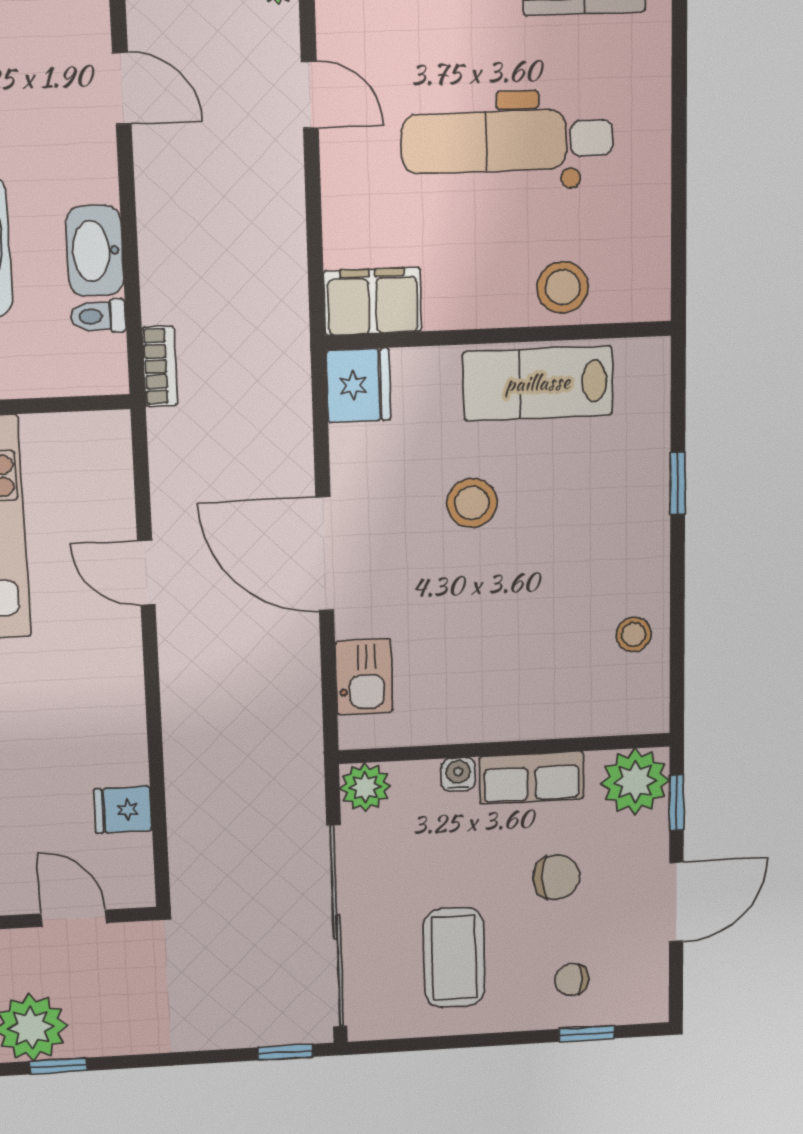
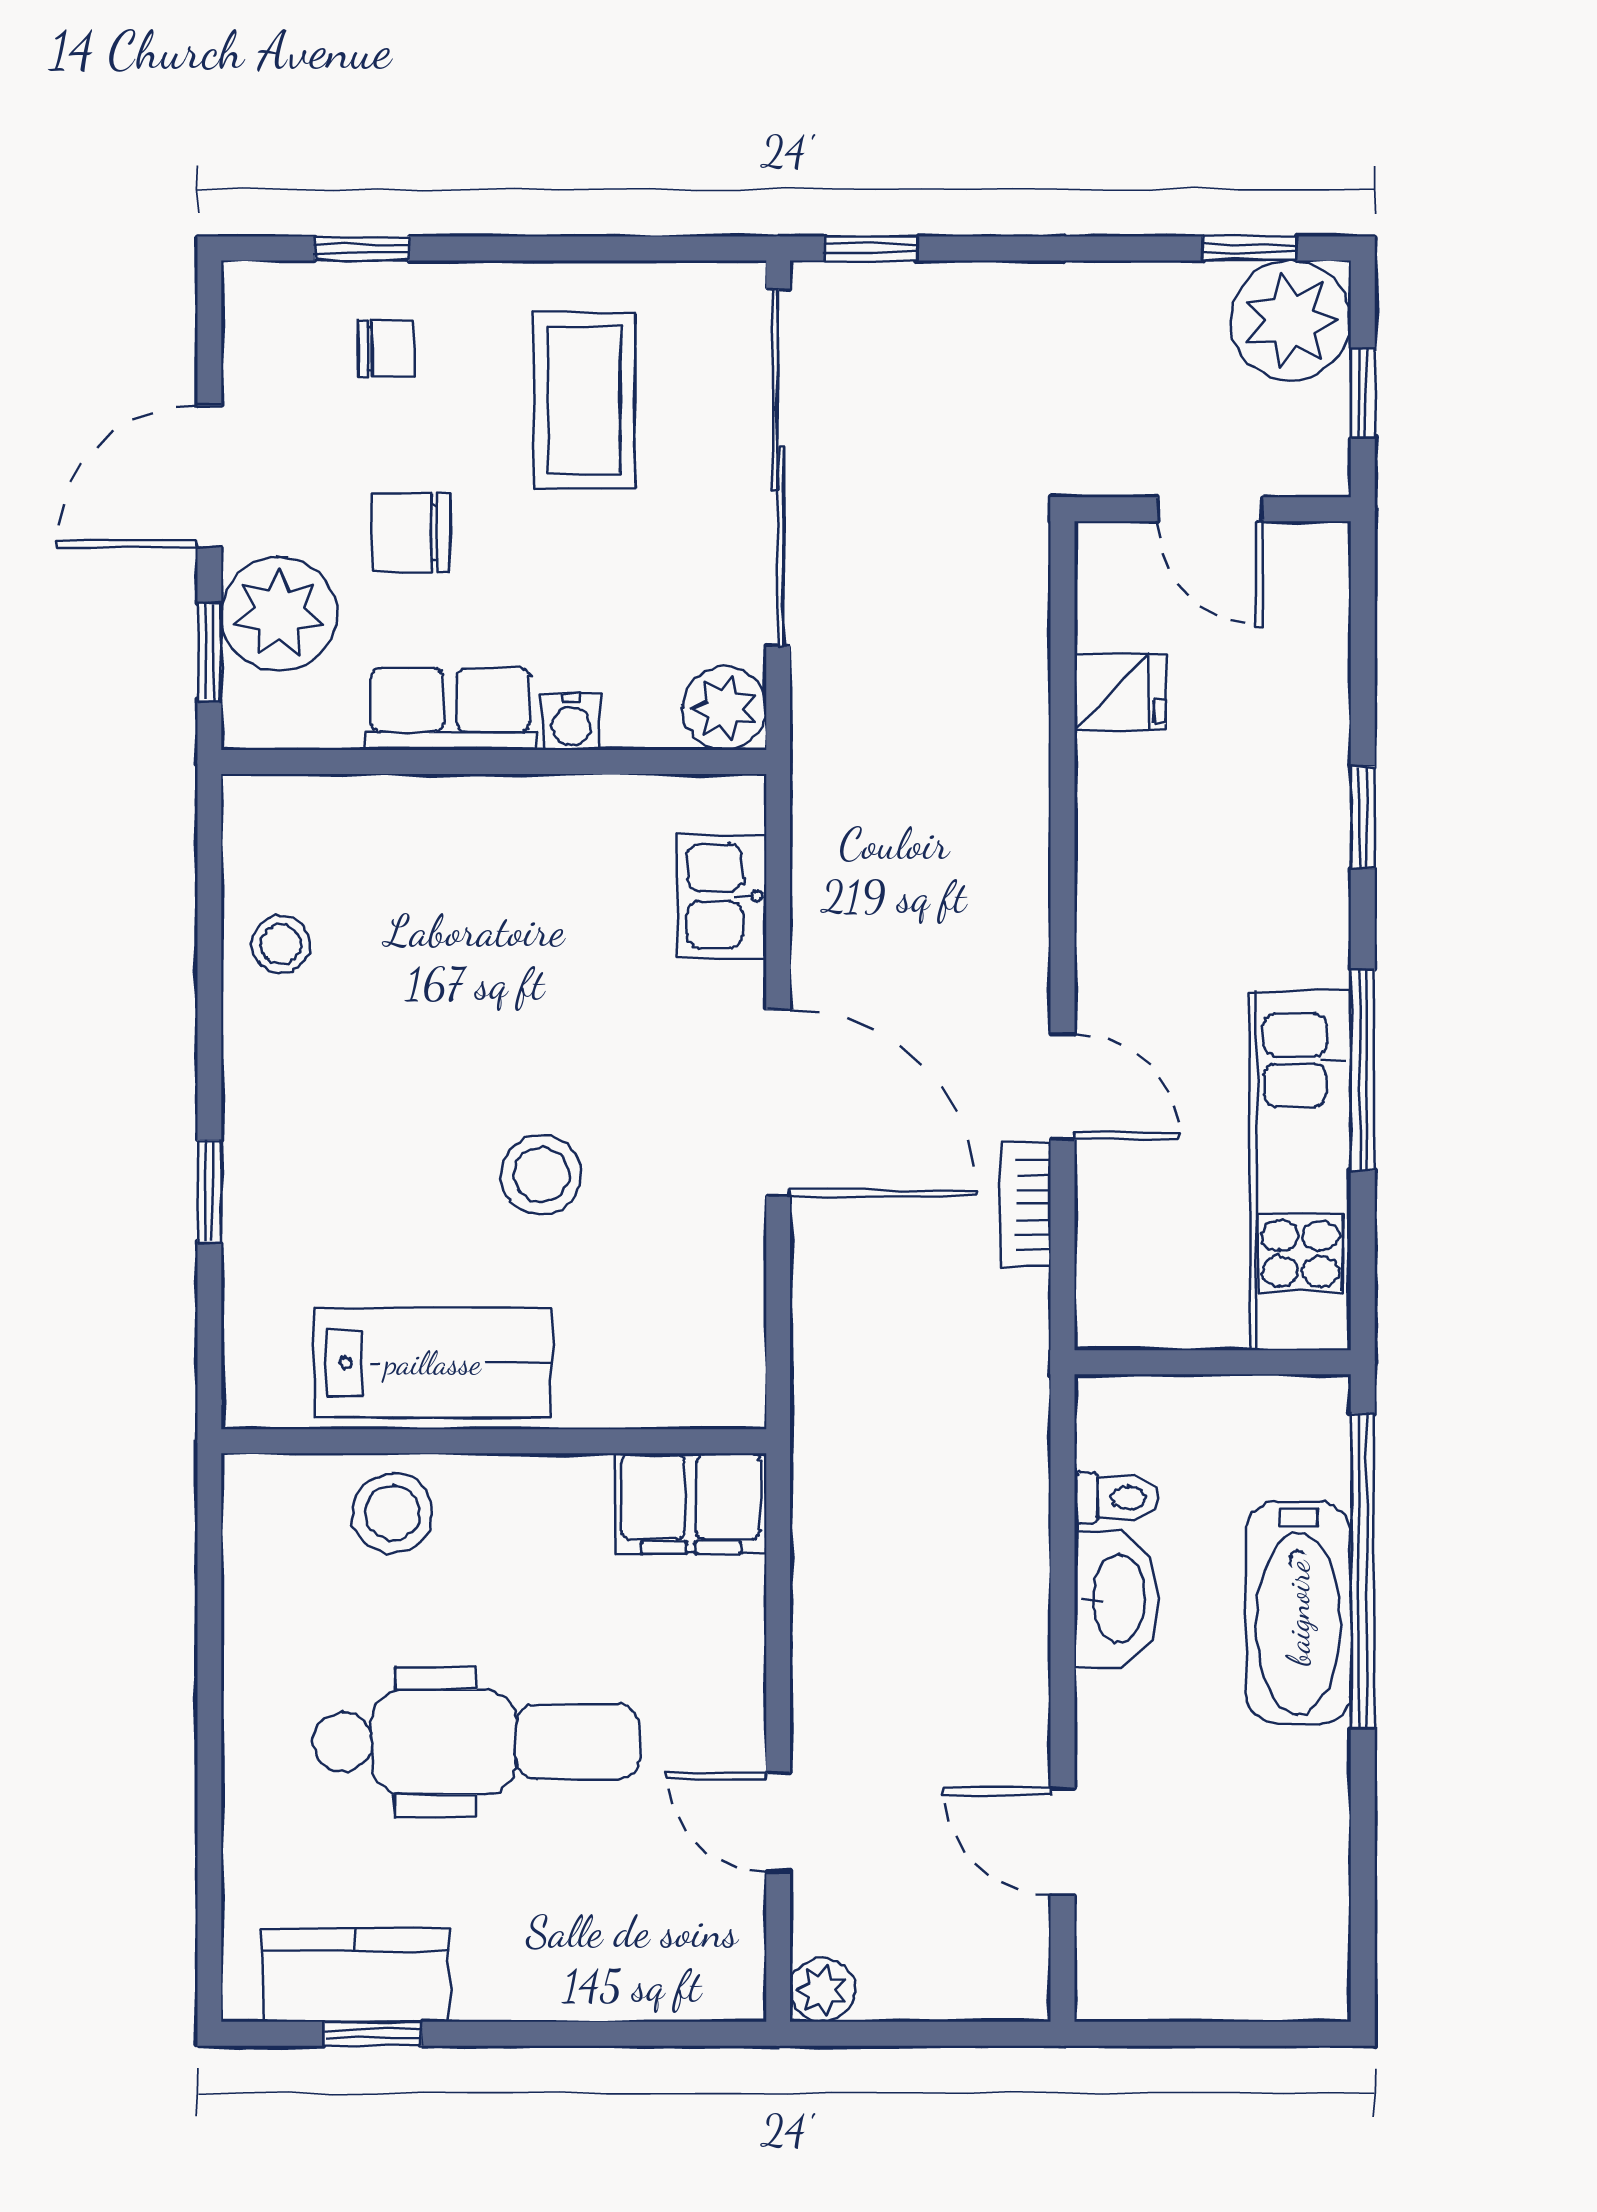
bookcase: (160, 366) -> (1026, 1205), moved
fridge: (358, 385) -> (717, 1372), removed
plant: (635, 782) -> (279, 614), moved

